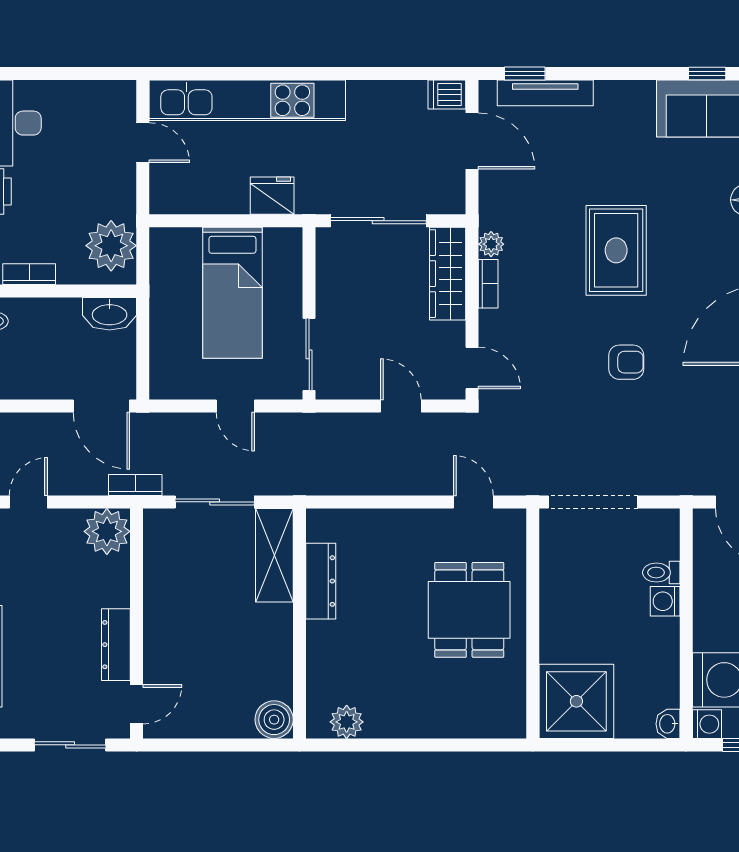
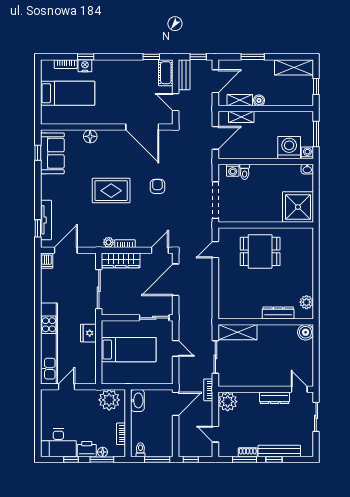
door: (235, 406) -> (176, 348), hinge flipped
door: (401, 406) -> (176, 280), width x1.88
dresser: (321, 581) -> (278, 313), moved
washing machine: (665, 601) -> (233, 170), moved

